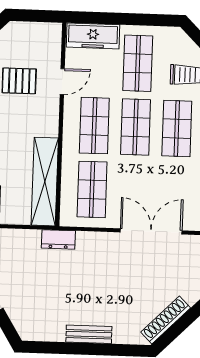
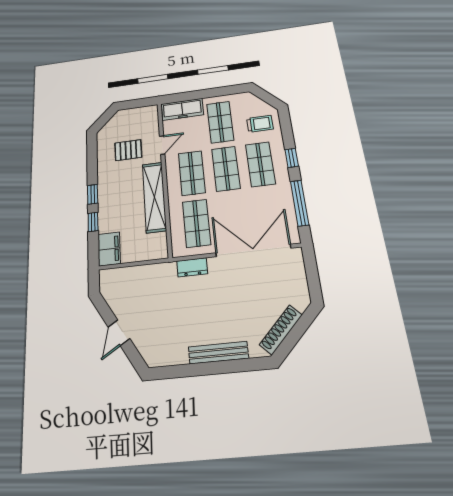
shelving: (45, 182) -> (154, 197), moved
double door: (151, 231) -> (253, 251), width x1.36
dresser: (58, 239) -> (192, 267), moved
bench: (89, 334) -> (218, 353), width x1.36

